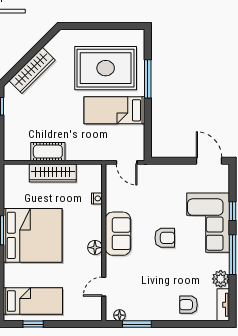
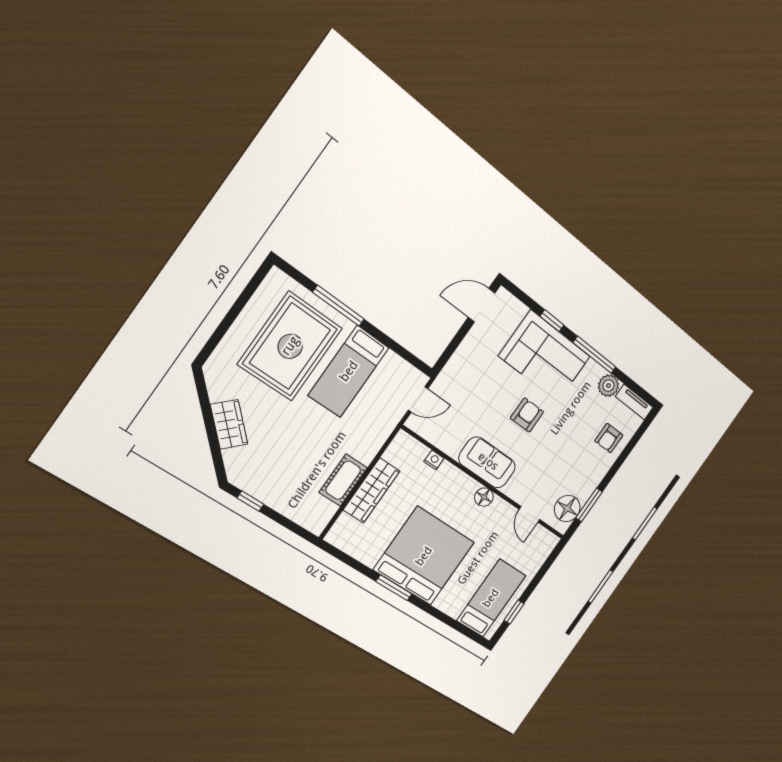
wardrobe: (32, 70) -> (229, 424), width x0.67
floor lamp: (120, 315) -> (567, 508), width x1.89, depth x1.89

